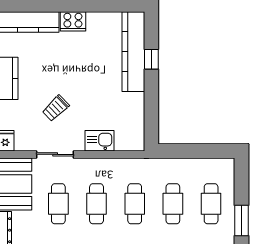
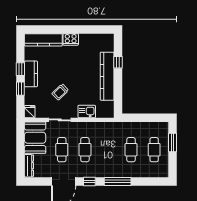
kitchen counter: (133, 52) -> (107, 76), moved
cafe table: (135, 204) -> (108, 150), removed
window: (241, 221) -> (173, 142), moved

